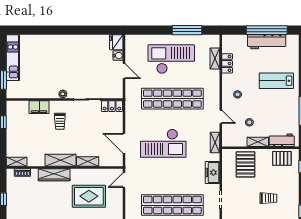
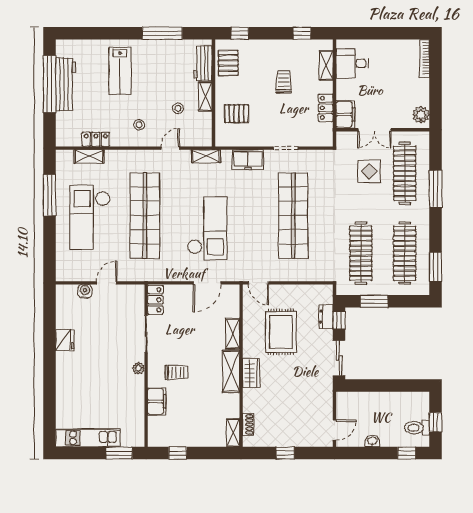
fridge: (116, 42) -> (65, 340), moved, turned -90
pallet: (246, 164) -> (237, 114), width x0.67, depth x0.71
wardrobe: (54, 175) -> (251, 373), width x0.67

